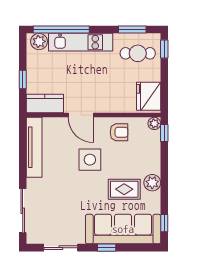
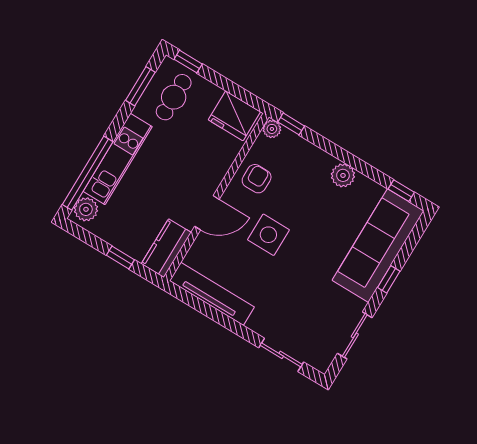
rug: (124, 189) -> (330, 215), removed
sliding door: (23, 211) -> (281, 355), width x0.73

